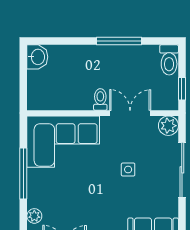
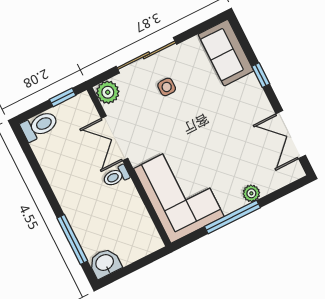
window: (119, 41) -> (72, 239), moved
side table: (128, 170) -> (167, 87), moved
plant: (34, 216) -> (251, 193), moved

